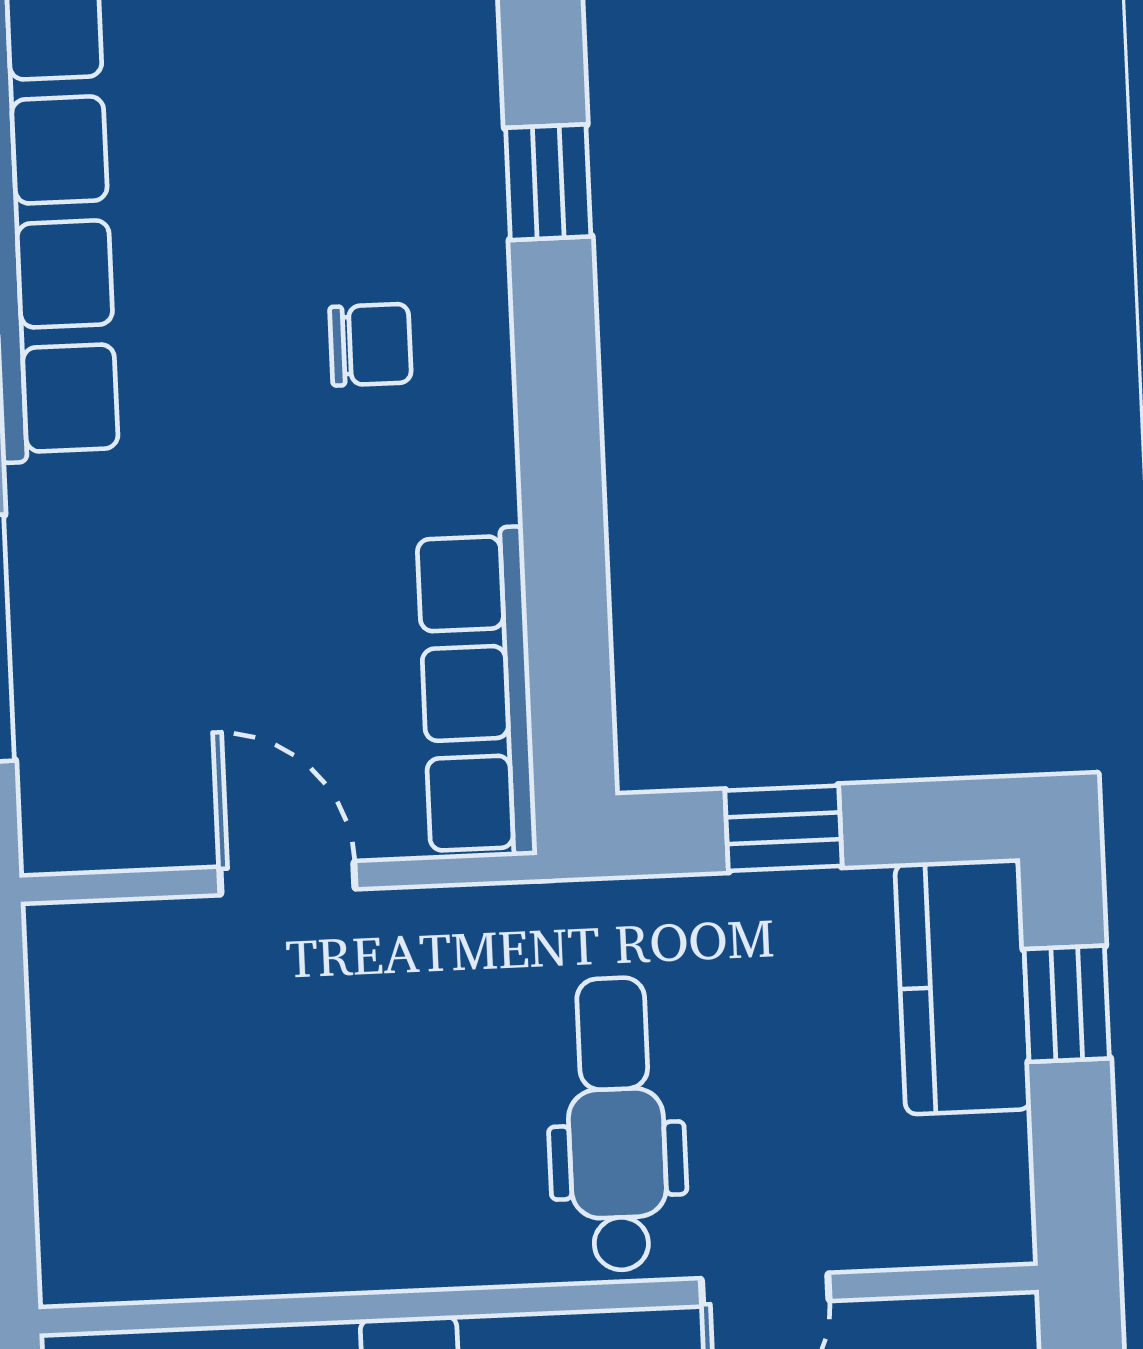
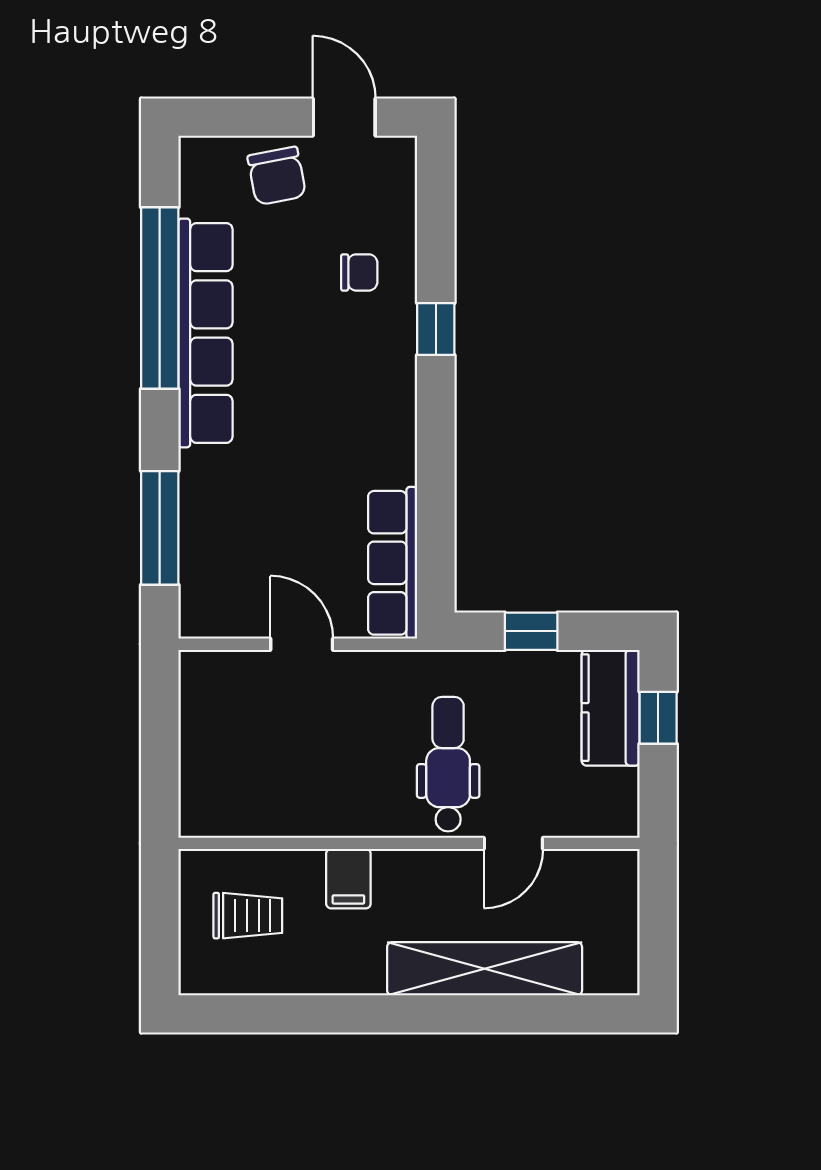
chair: (370, 345) -> (359, 272), moved

